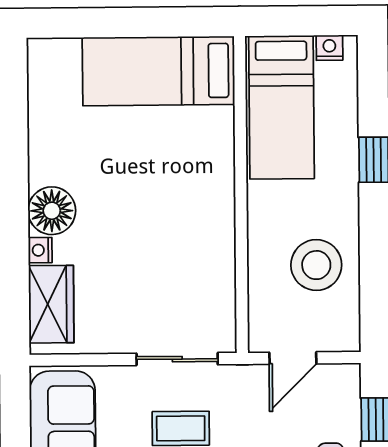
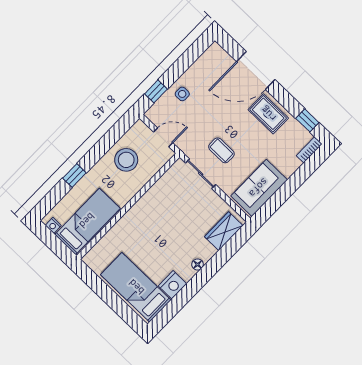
bed: (158, 71) -> (136, 287), moved, turned 180
floor lamp: (52, 211) -> (198, 265), width x0.53, depth x0.53
nightstand: (40, 250) -> (172, 285), moved, width x1.89, depth x1.79

